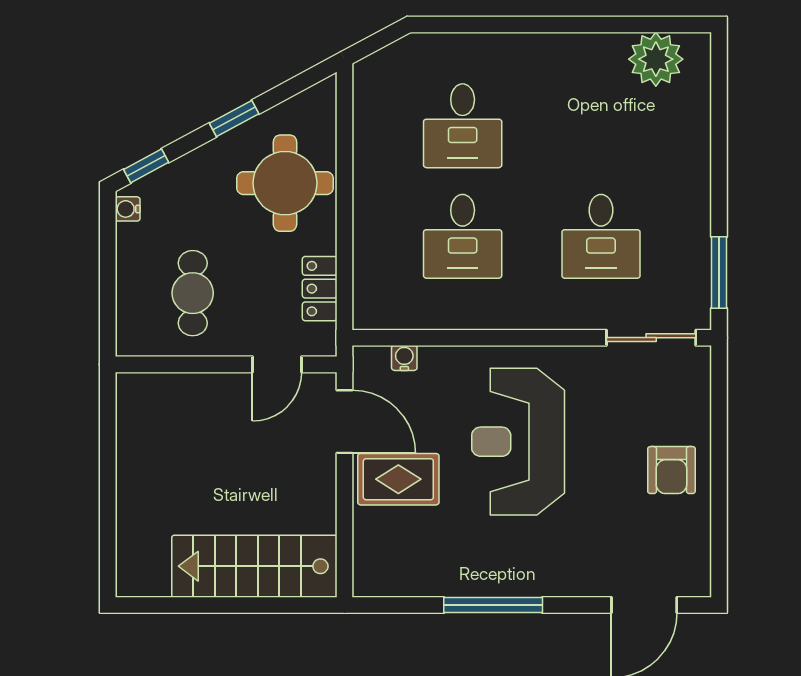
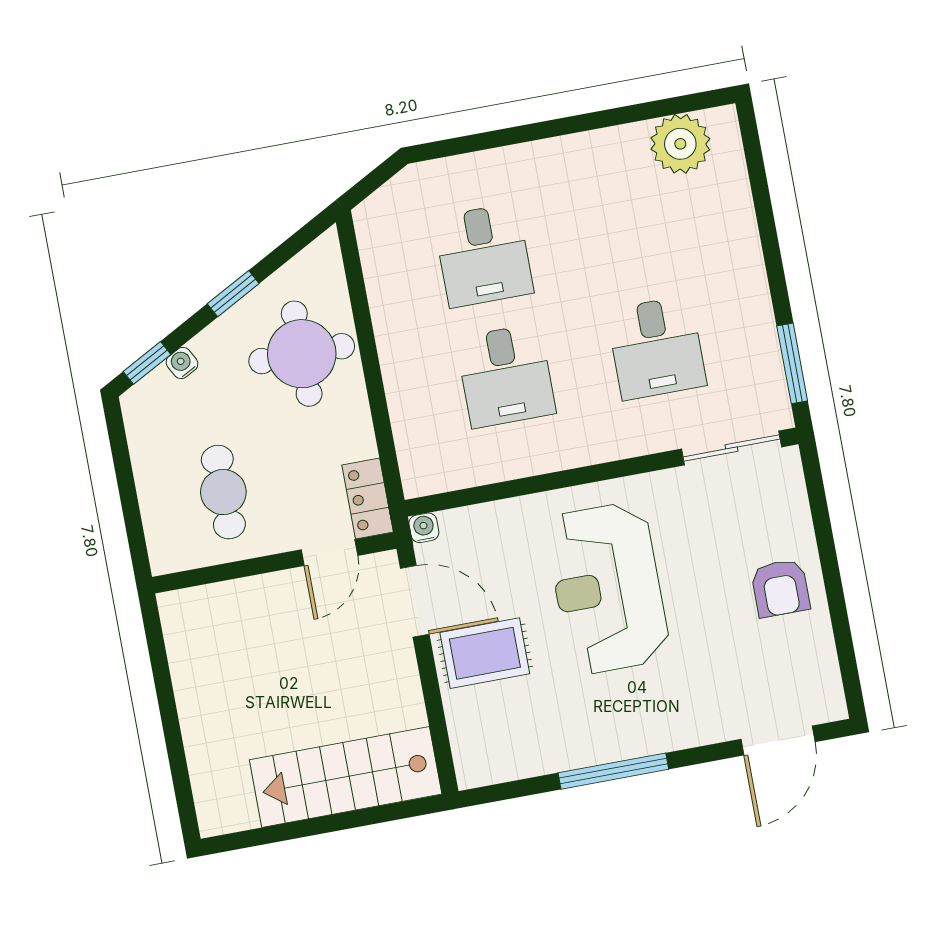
water cooler: (128, 209) -> (182, 363), moved, turned 62
locker: (320, 289) -> (368, 499), moved
water cooler: (404, 358) -> (424, 528), moved

